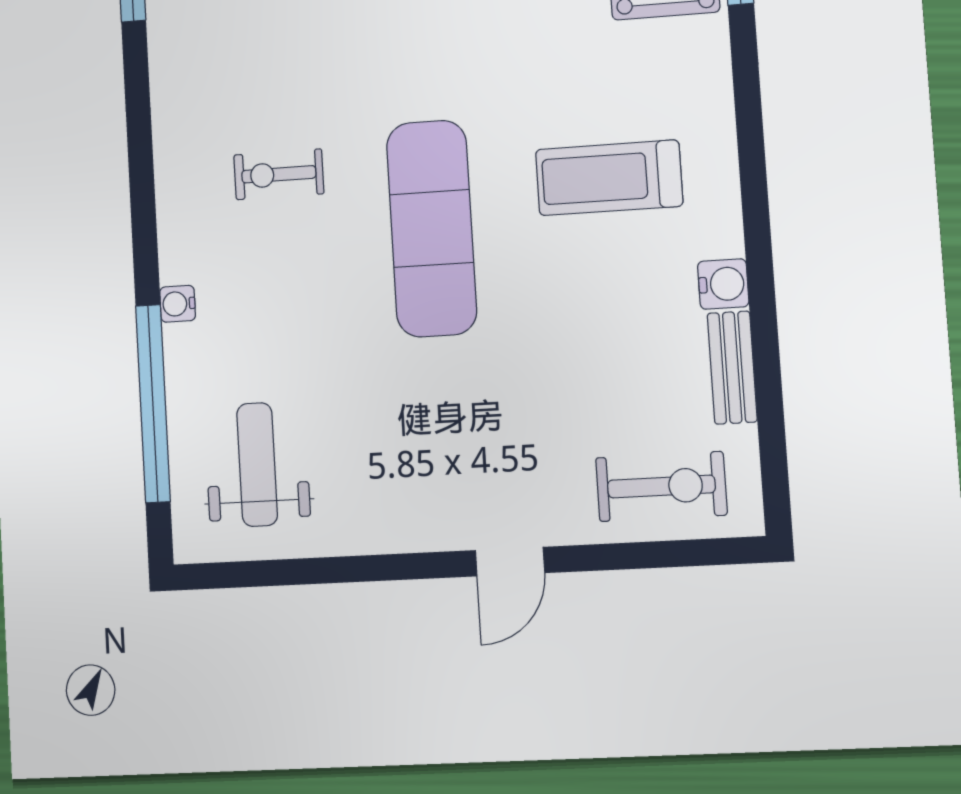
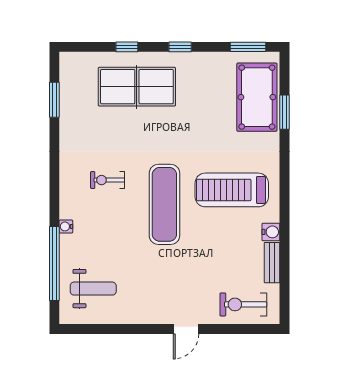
treadmill: (609, 178) -> (232, 190), width x1.37, depth x1.38
weight bench: (257, 465) -> (93, 289), turned 90
exercise bike: (661, 486) -> (243, 304), turned 180

